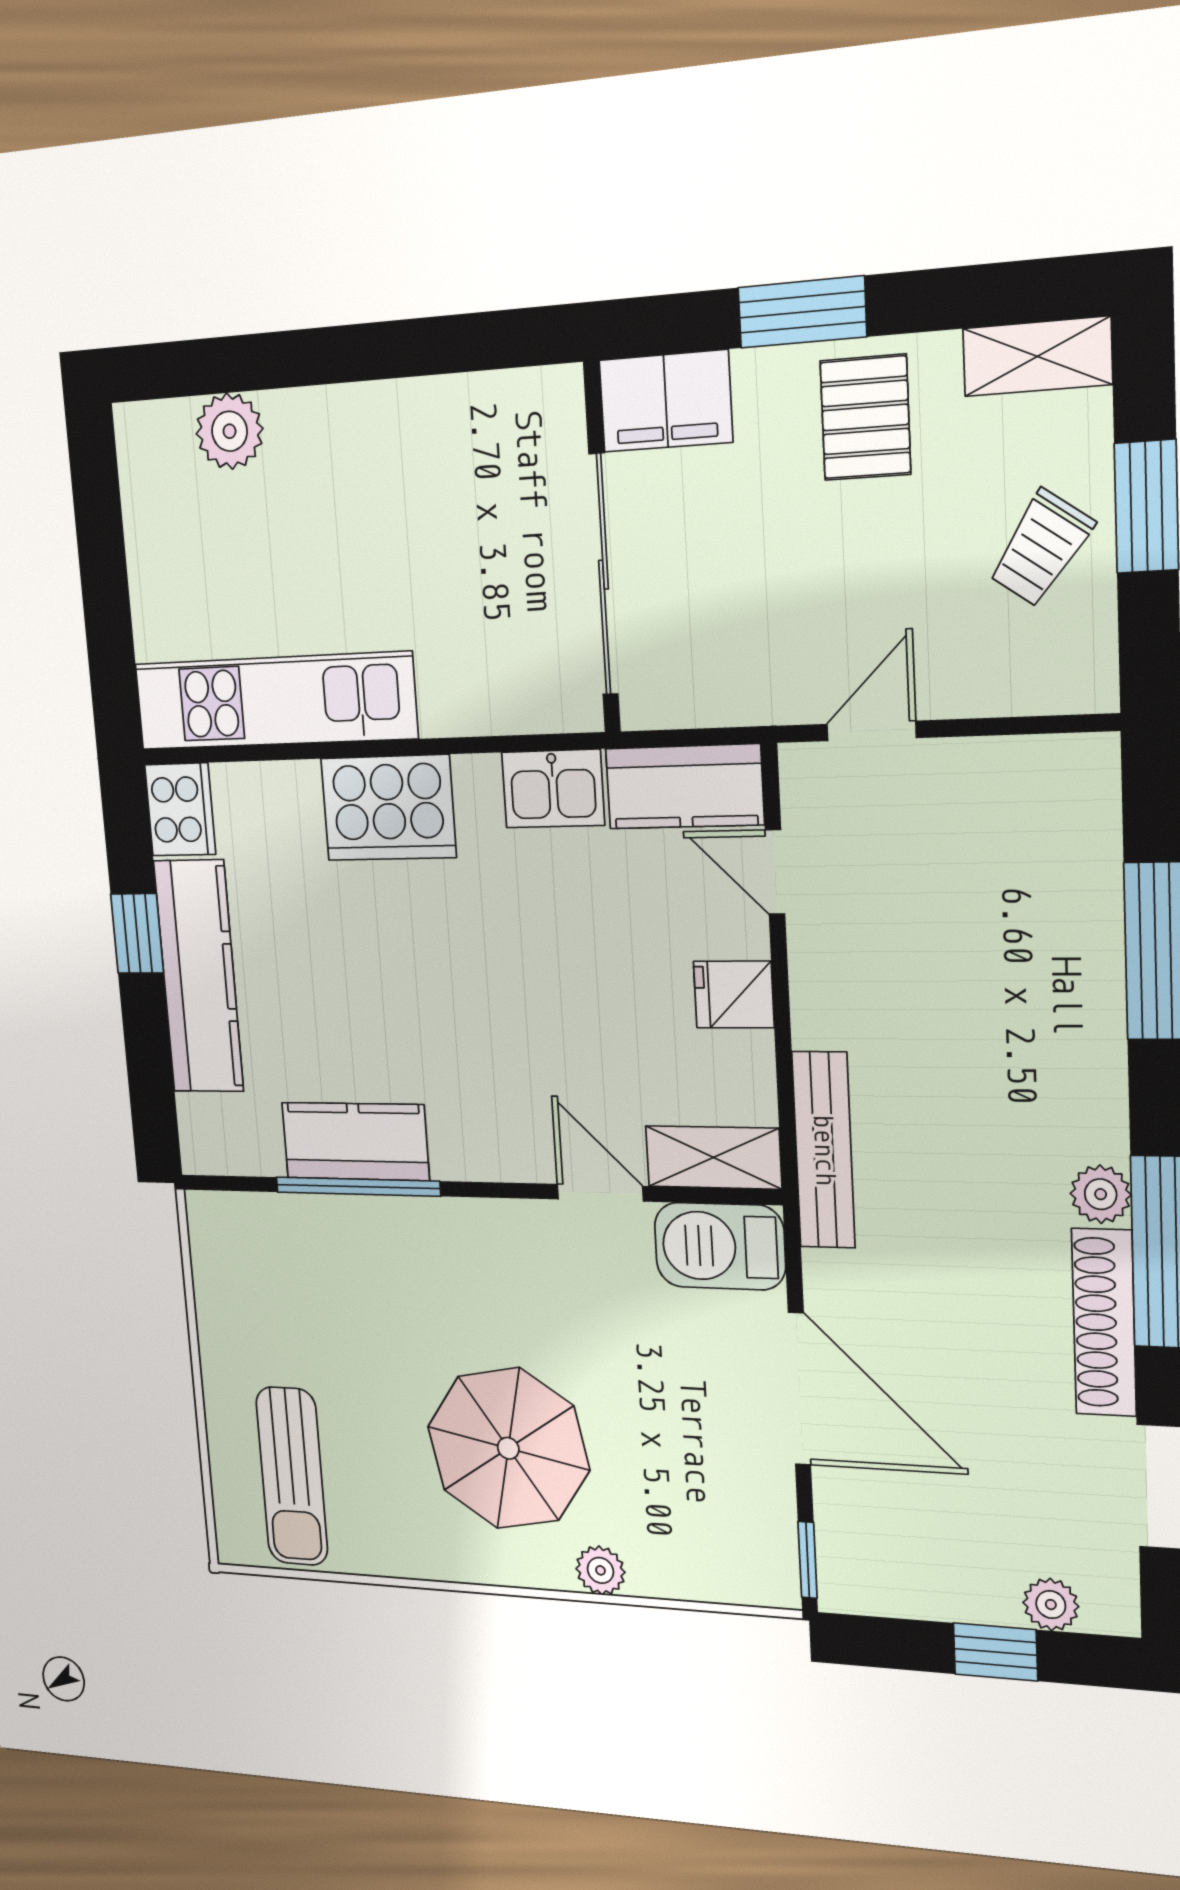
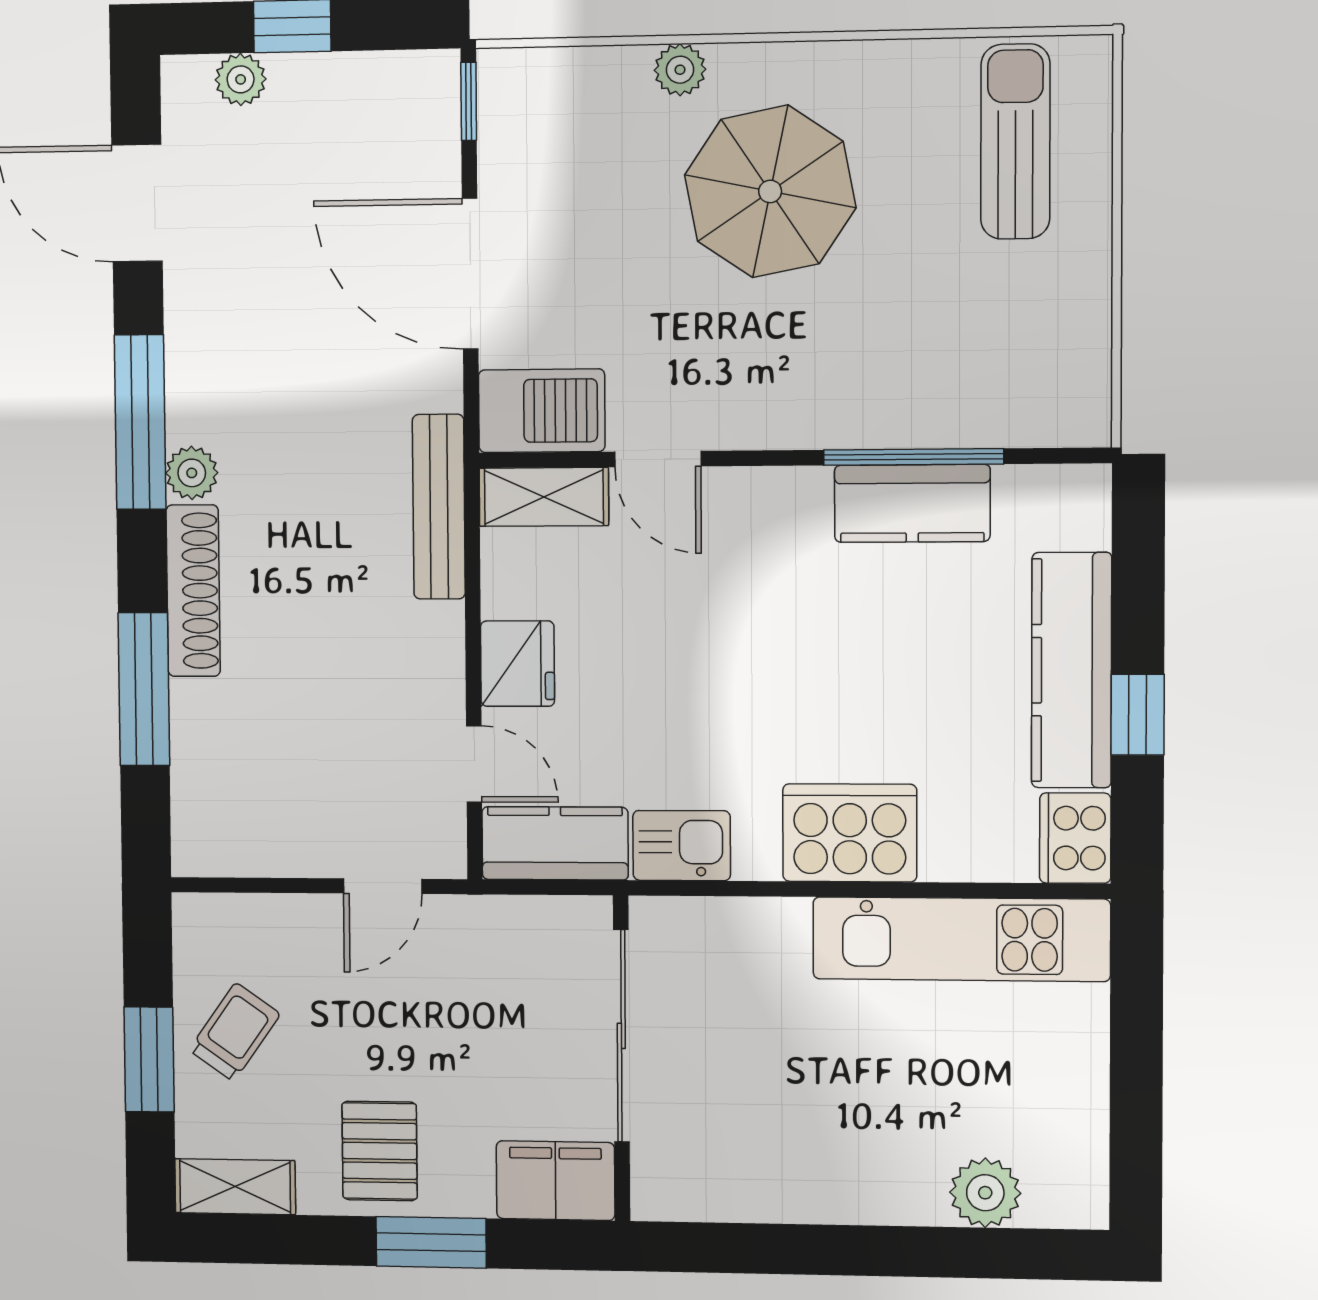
fridge: (734, 994) -> (517, 664), width x1.38
shoe rack: (1104, 1323) -> (193, 591), moved

